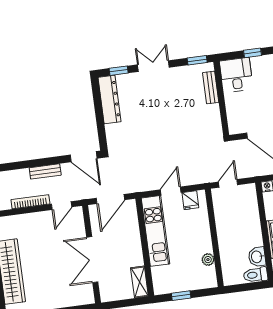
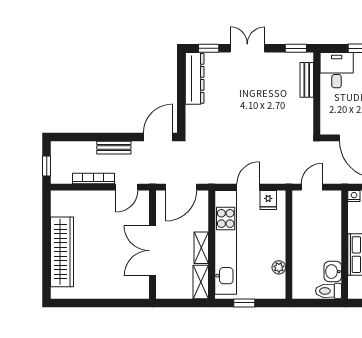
door: (84, 157) -> (158, 137), swing flipped
kitchen unit: (155, 231) -> (226, 242), width x1.36
shelving: (136, 251) -> (201, 248), added

